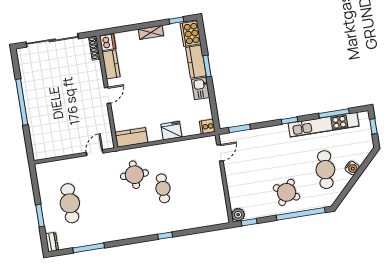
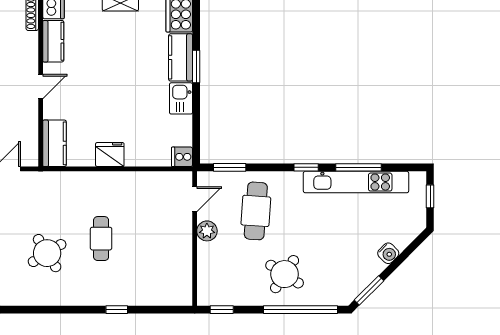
window: (334, 113) -> (358, 167), moved
fridge: (171, 131) -> (110, 154), moved
kitchen counter: (131, 137) -> (54, 143), moved, turned 90
cafe table: (325, 170) -> (256, 211), moved
round table: (134, 175) -> (47, 253), moved, turned -32
window: (343, 194) -> (369, 290), added
plant: (238, 215) -> (207, 231), moved
window: (165, 236) -> (117, 310), moved

